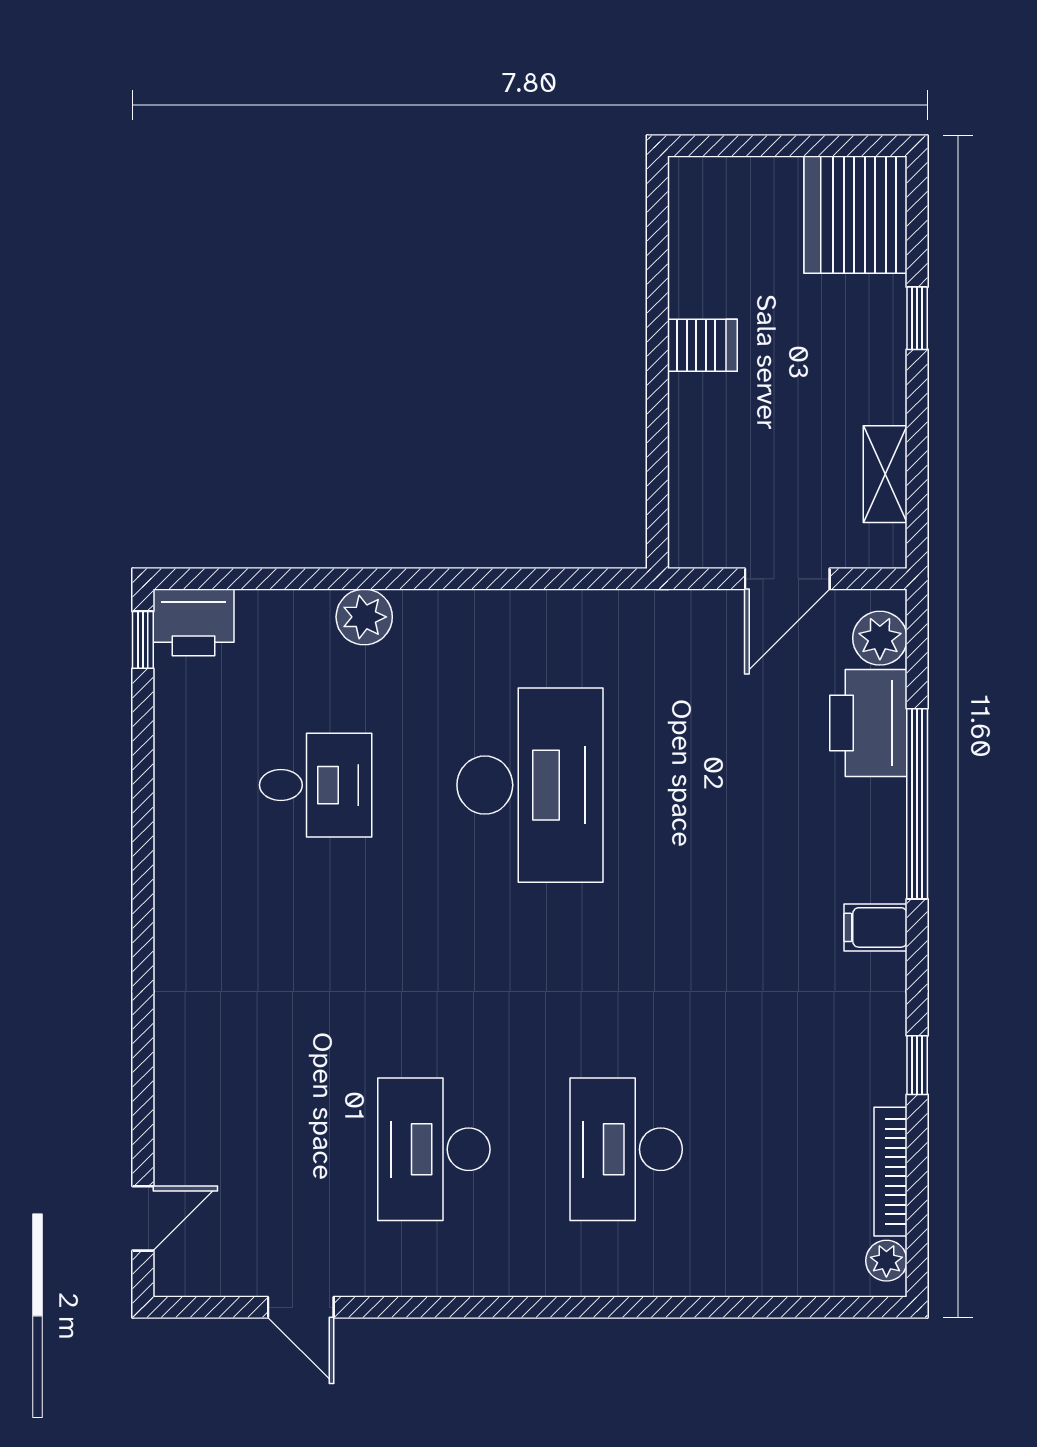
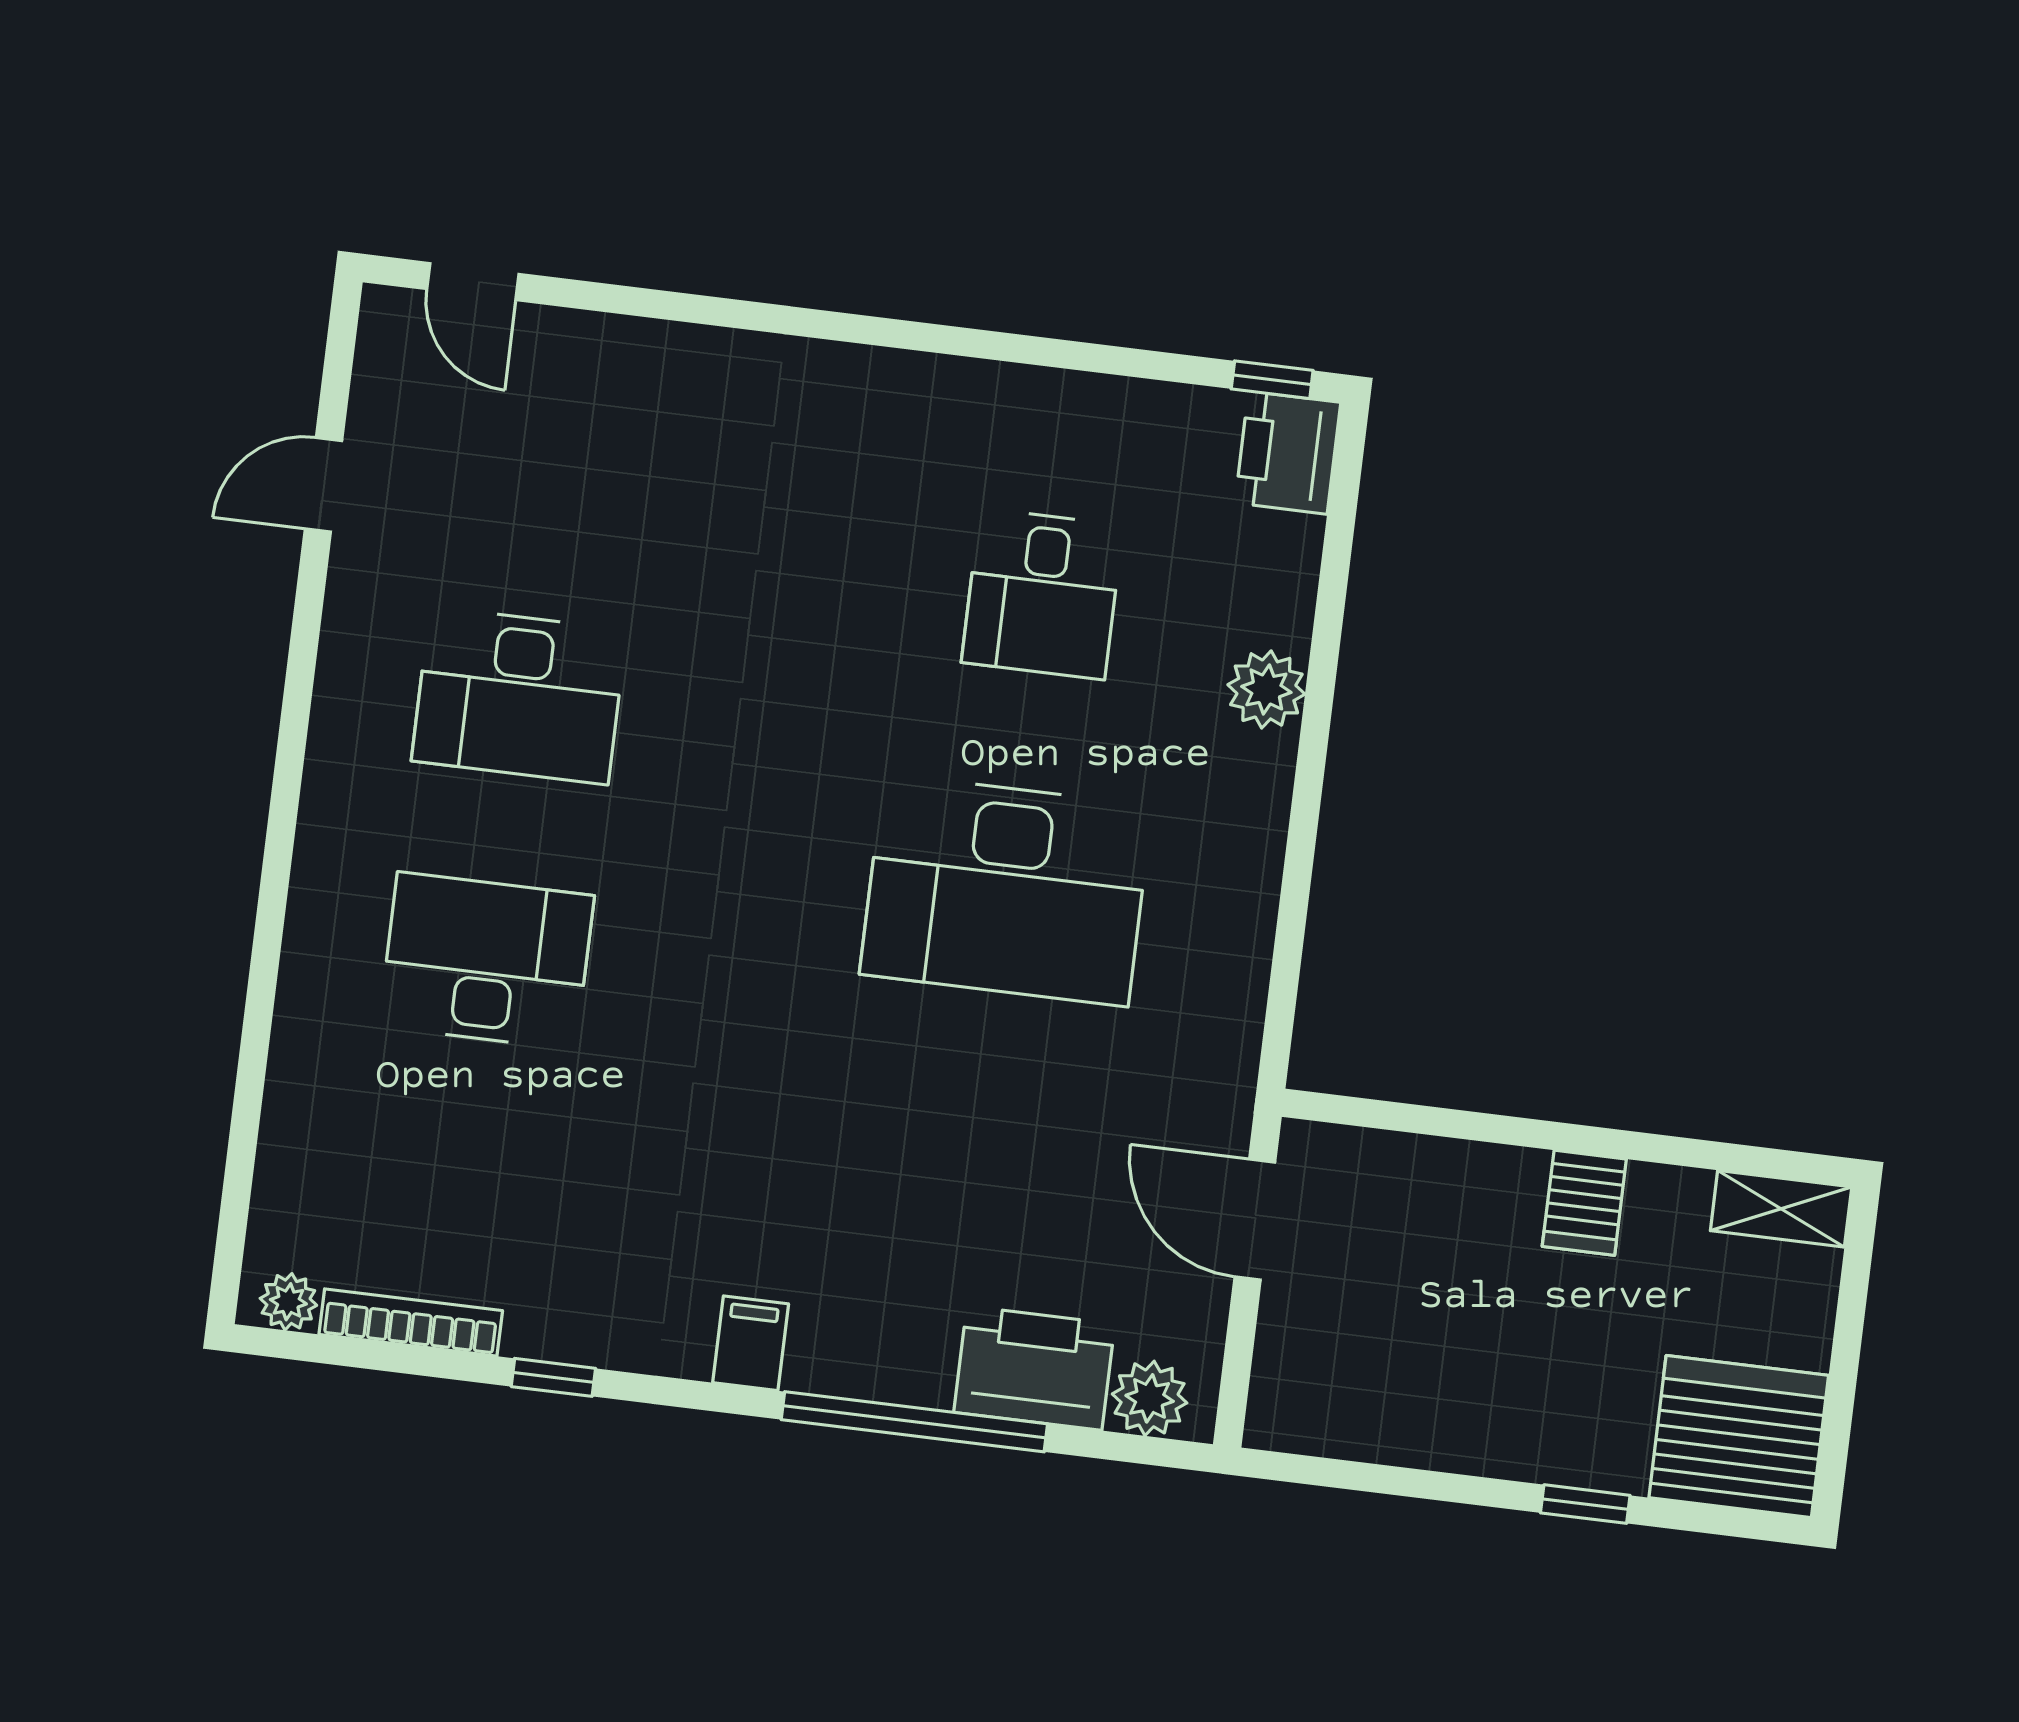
shelving: (885, 474) -> (1781, 1209), moved
door: (787, 579) -> (1255, 1219), moved
desk: (434, 1149) -> (519, 695), turned 180

